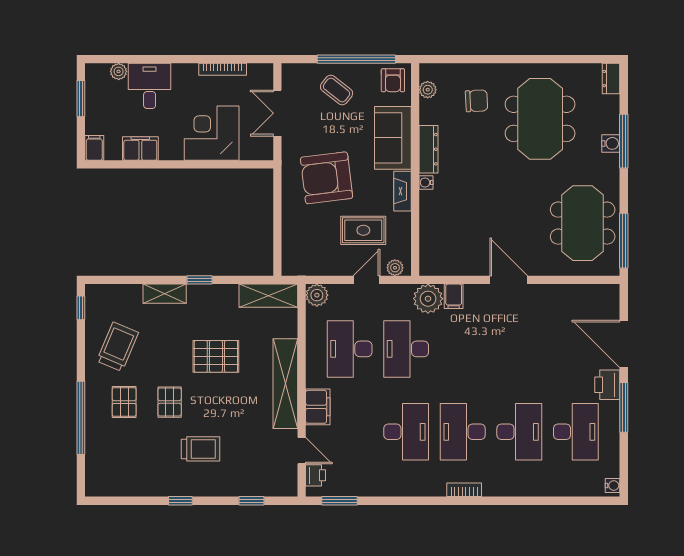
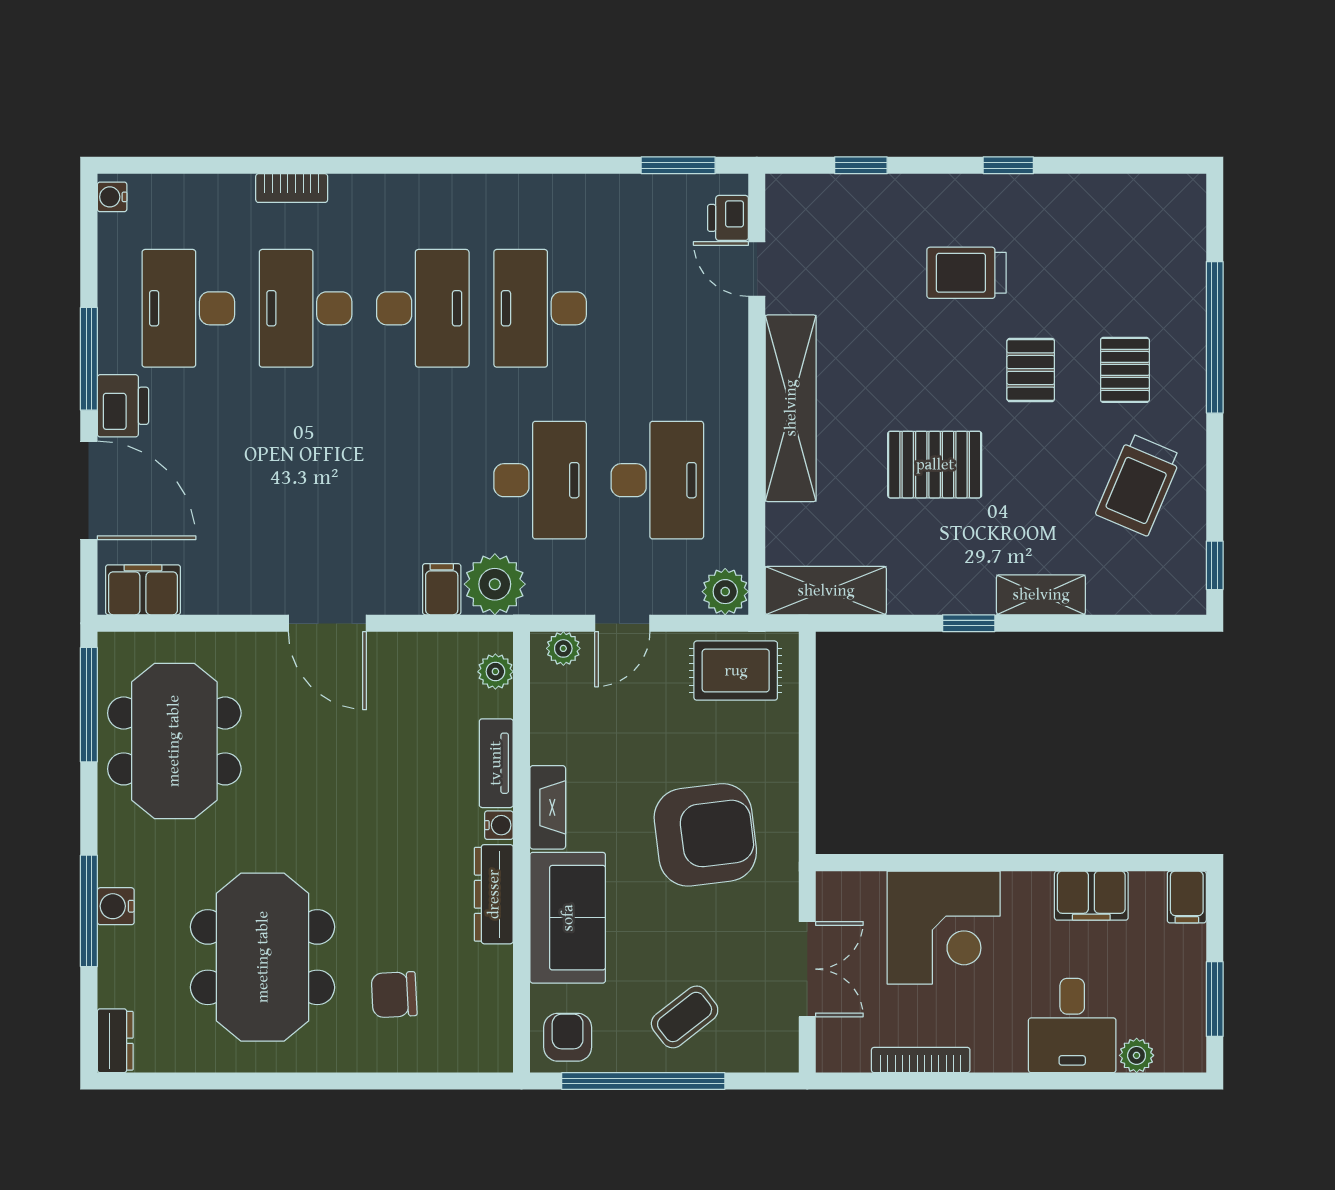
coffee table: (337, 90) -> (685, 1017), turned -76
plant: (428, 90) -> (495, 672), moved
tv unit: (427, 212) -> (496, 763), added
rug: (363, 230) -> (736, 671), moved
filing cabinet: (318, 407) -> (143, 590), moved, turned 90
bookcase: (464, 490) -> (292, 188), moved

